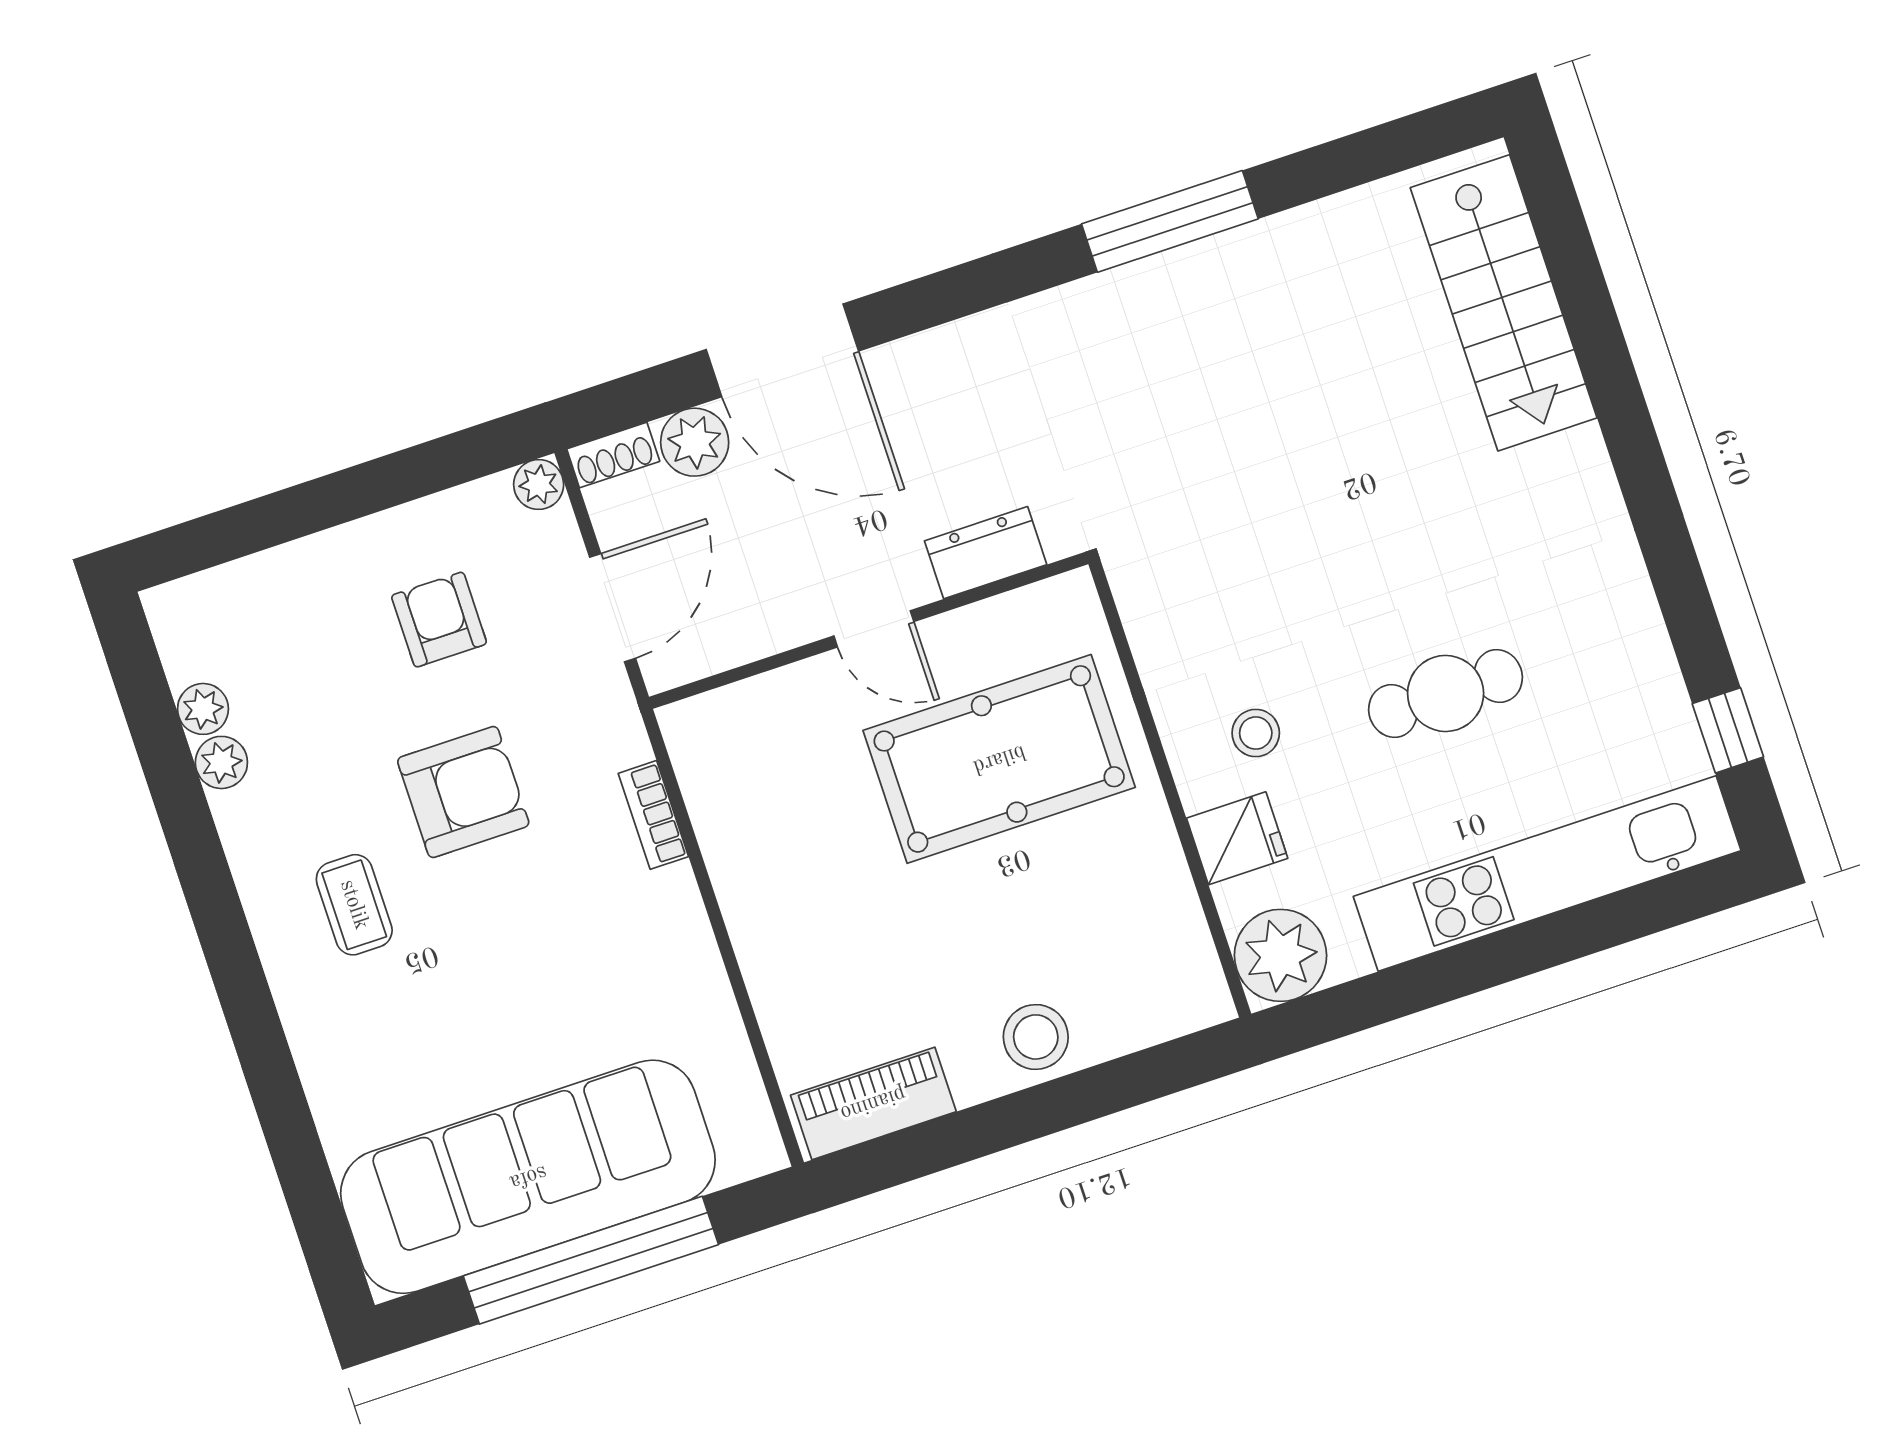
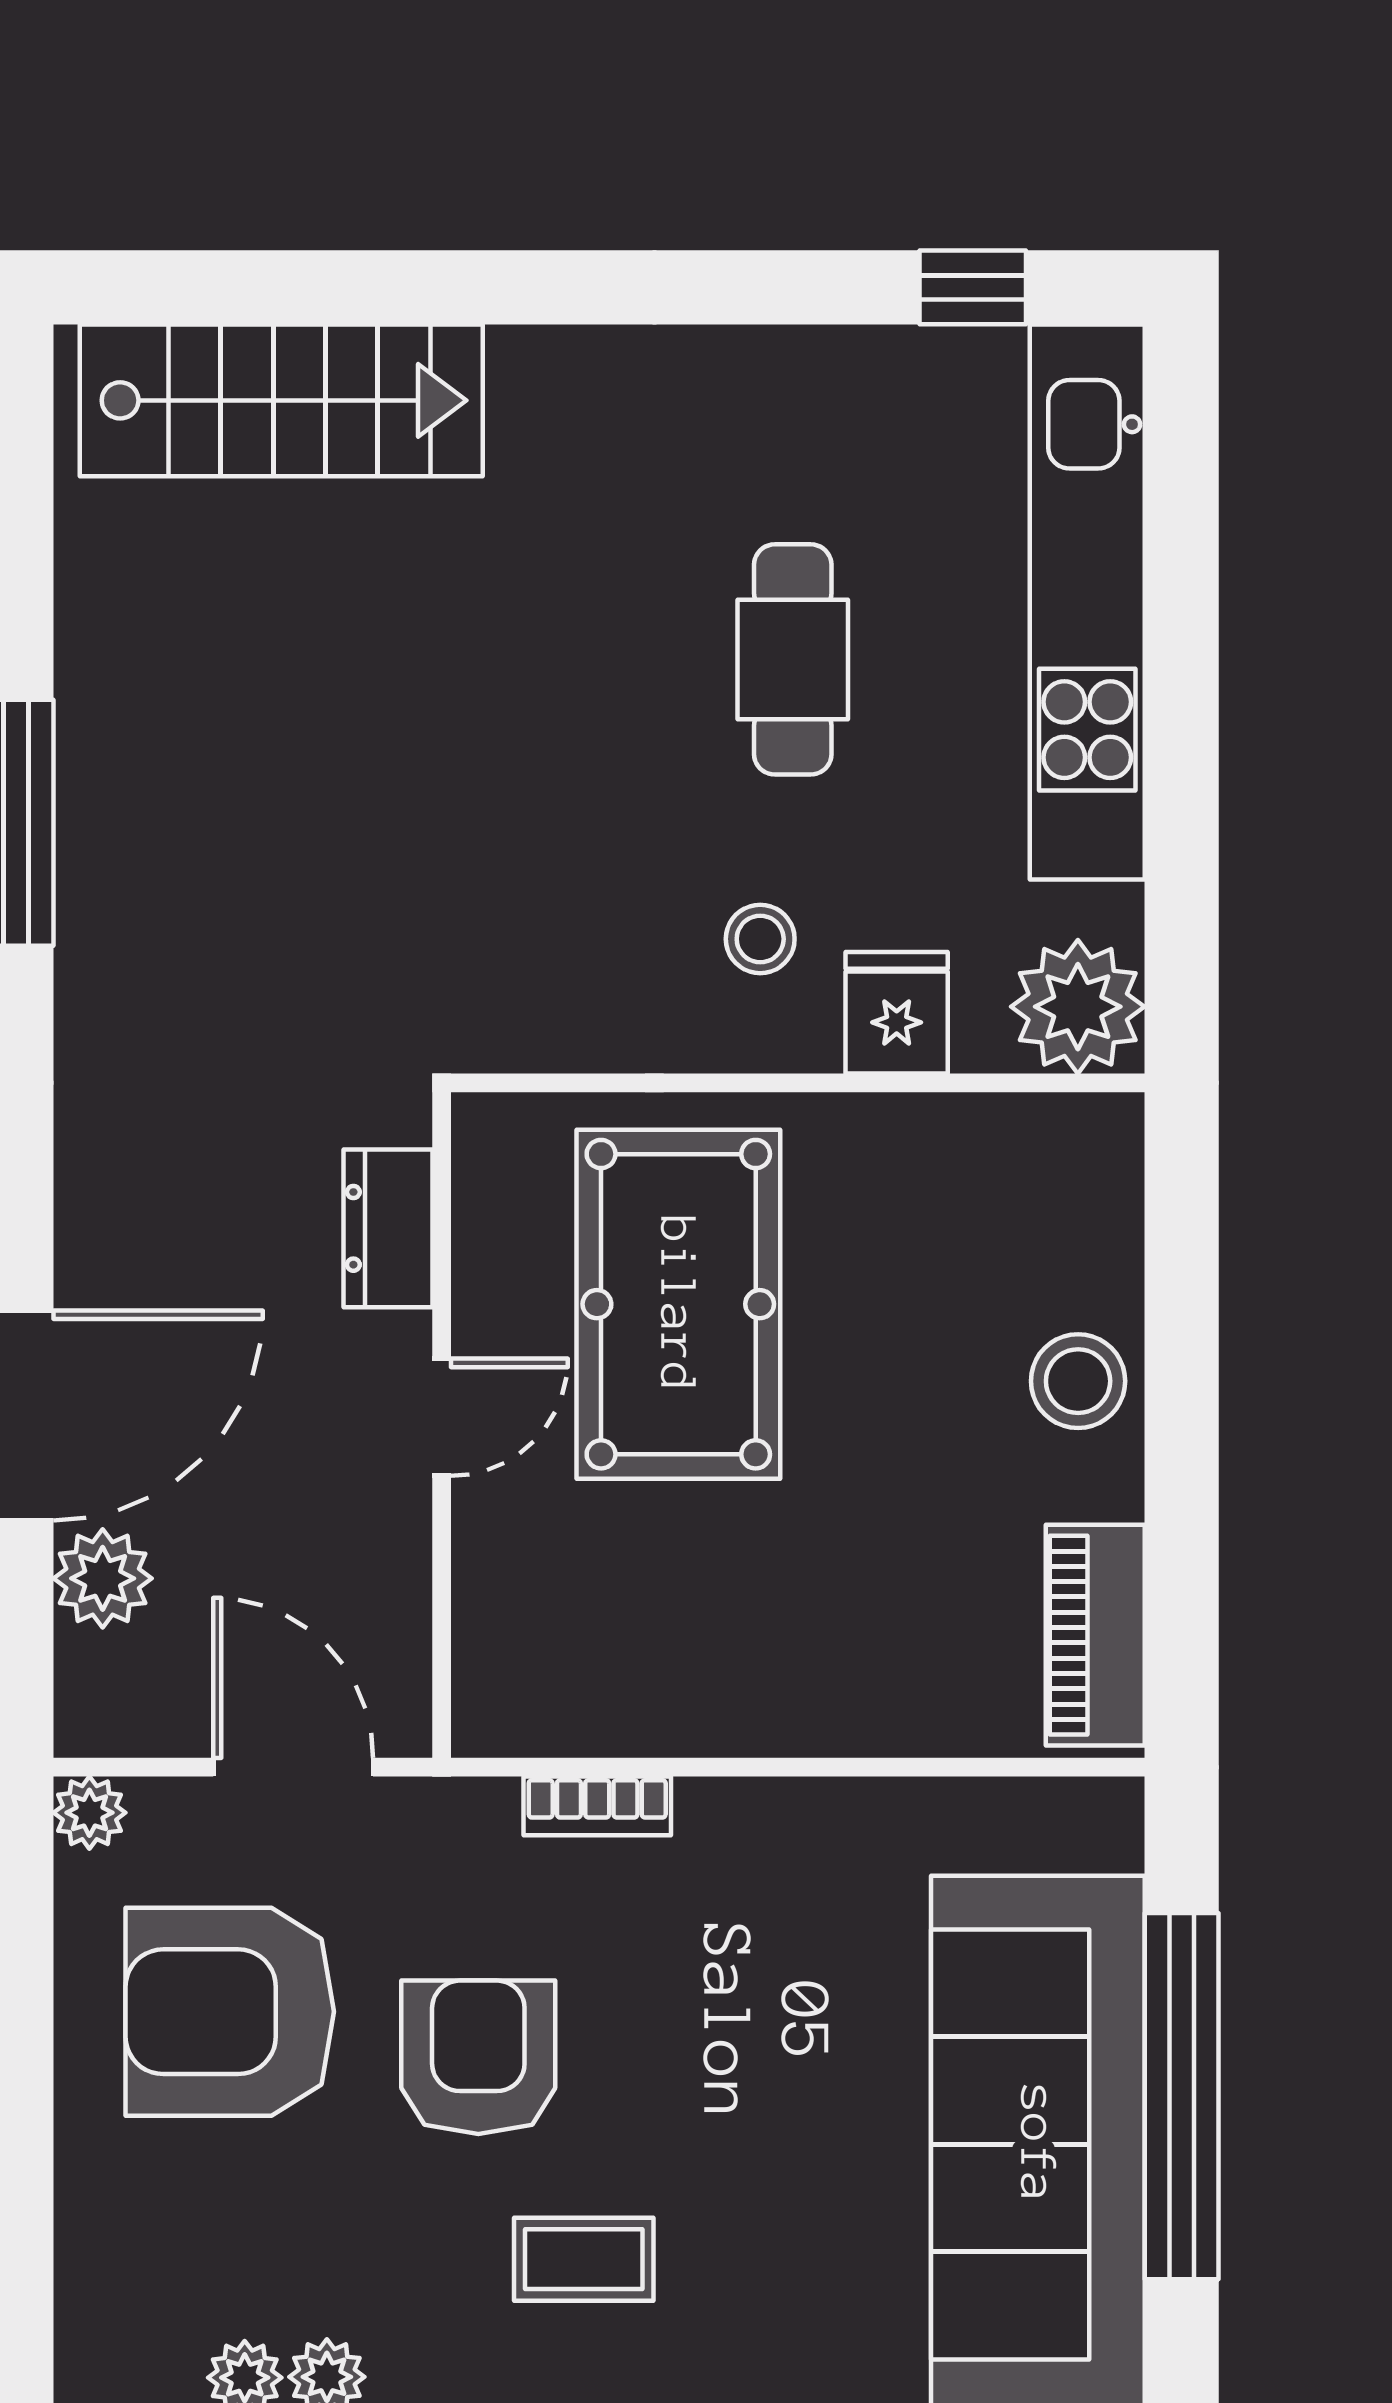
shoe rack: (613, 455) -> (83, 1697), removed
armchair: (439, 620) -> (230, 2012), width x1.88, depth x1.88

